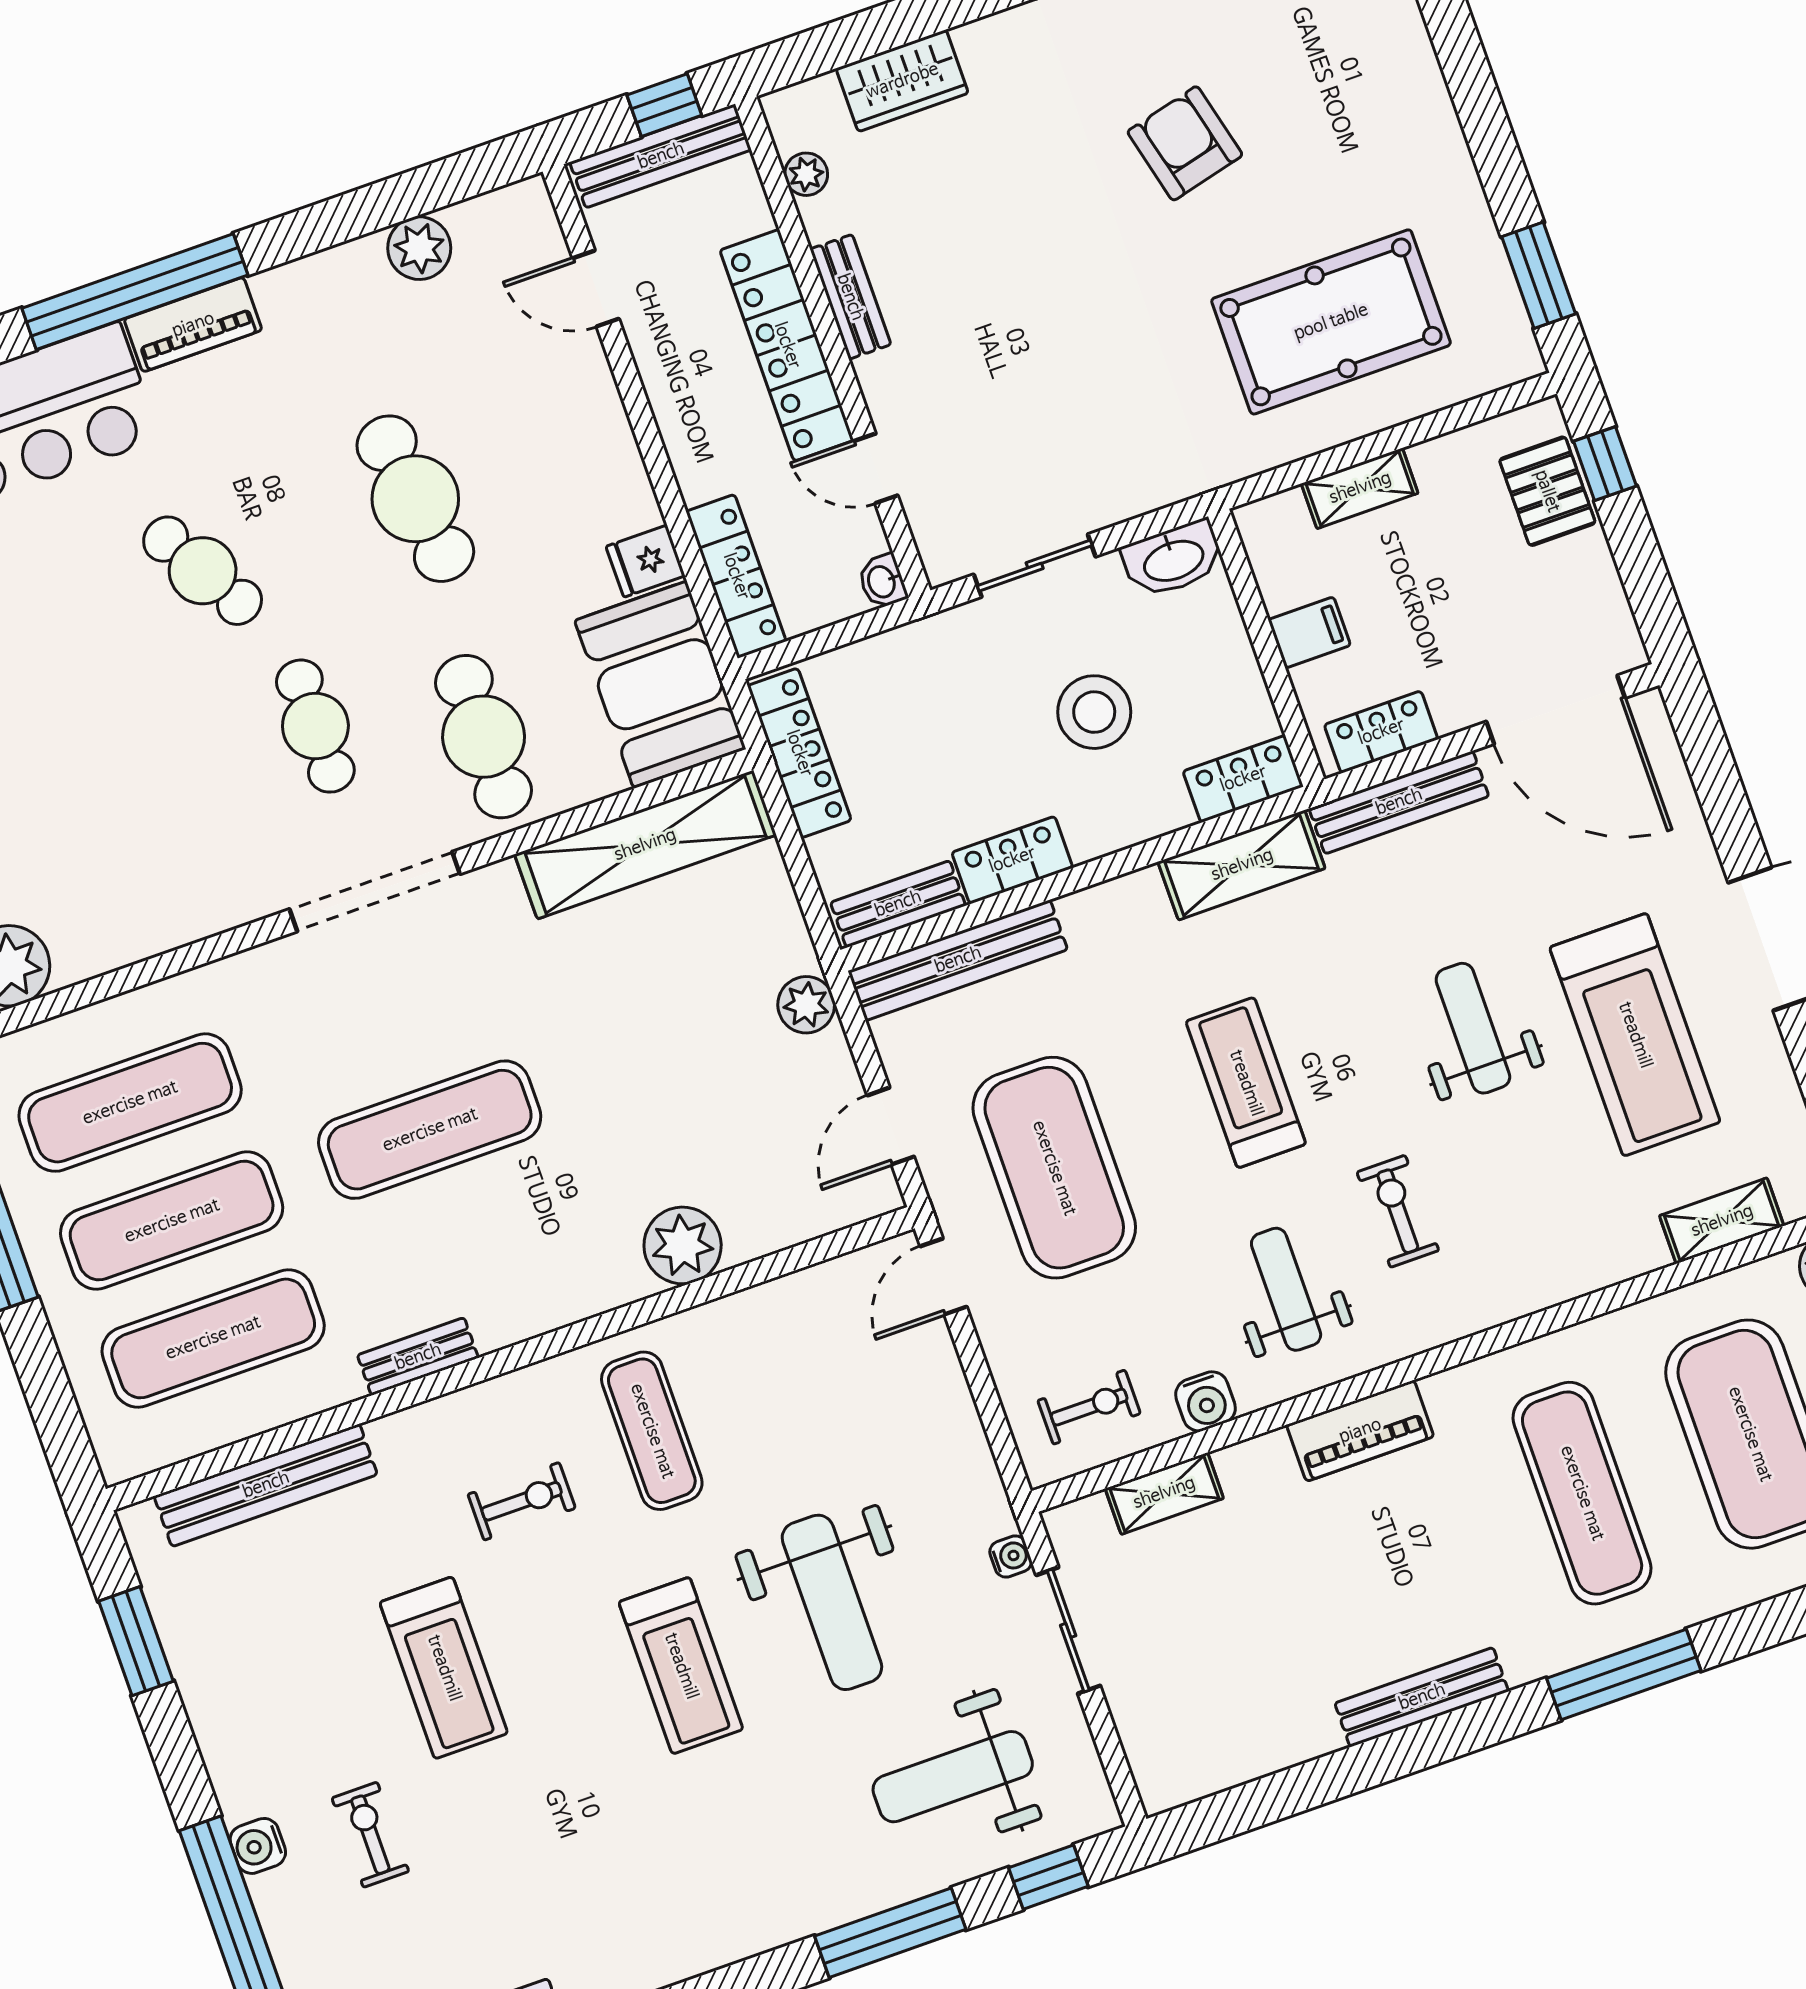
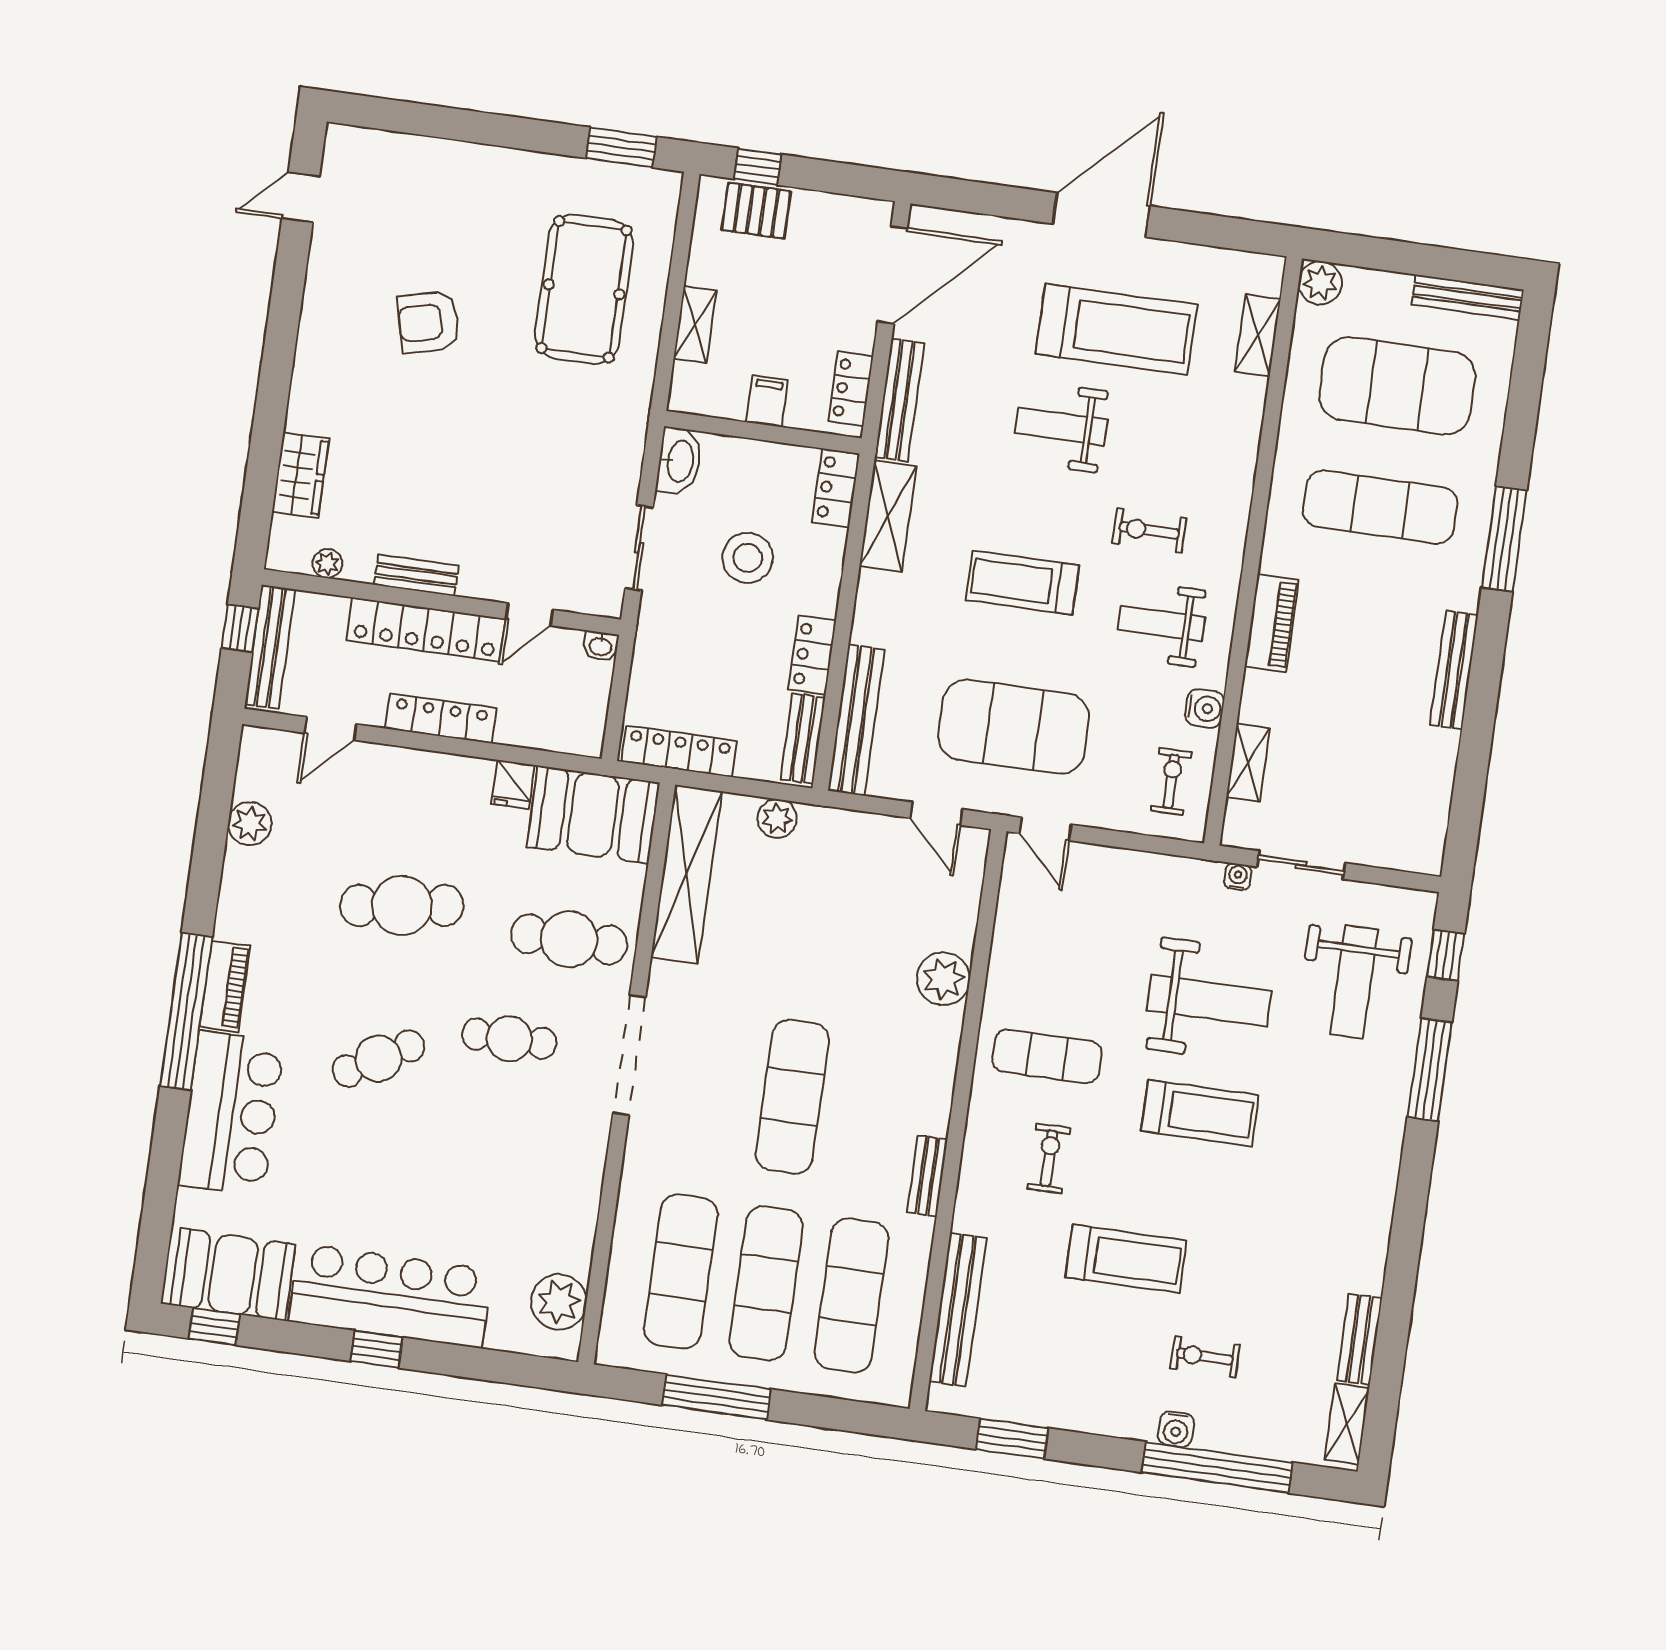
locker: (736, 576) -> (441, 718), moved
plant: (806, 1005) -> (777, 819), moved

